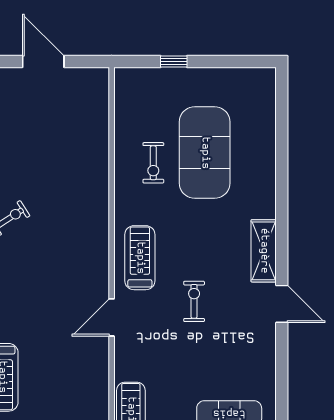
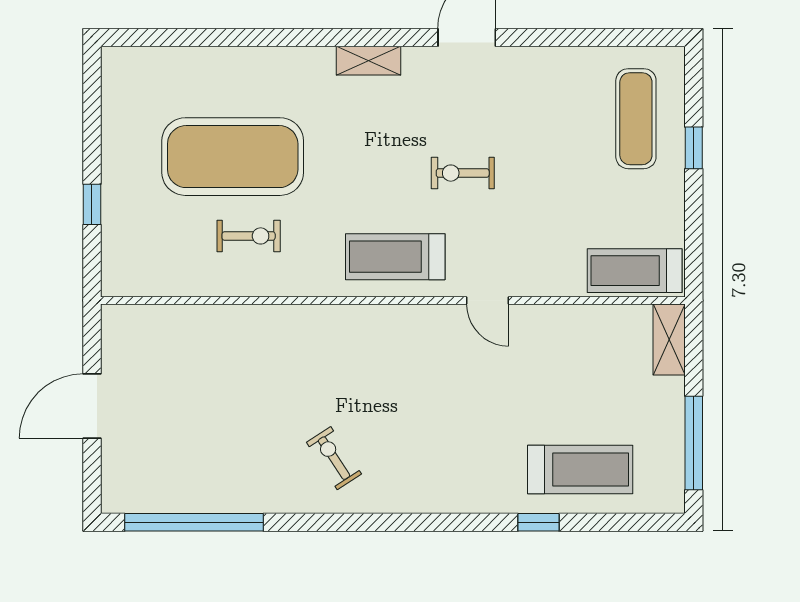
shelving: (264, 251) -> (369, 61), width x0.67, depth x0.75
door: (112, 317) -> (488, 300), width x0.73

